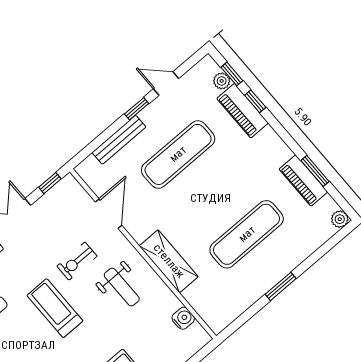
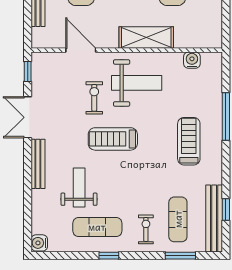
exercise bike: (77, 261) -> (94, 98), turned 180
weight bench: (122, 287) -> (137, 83), width x1.36, depth x1.33

